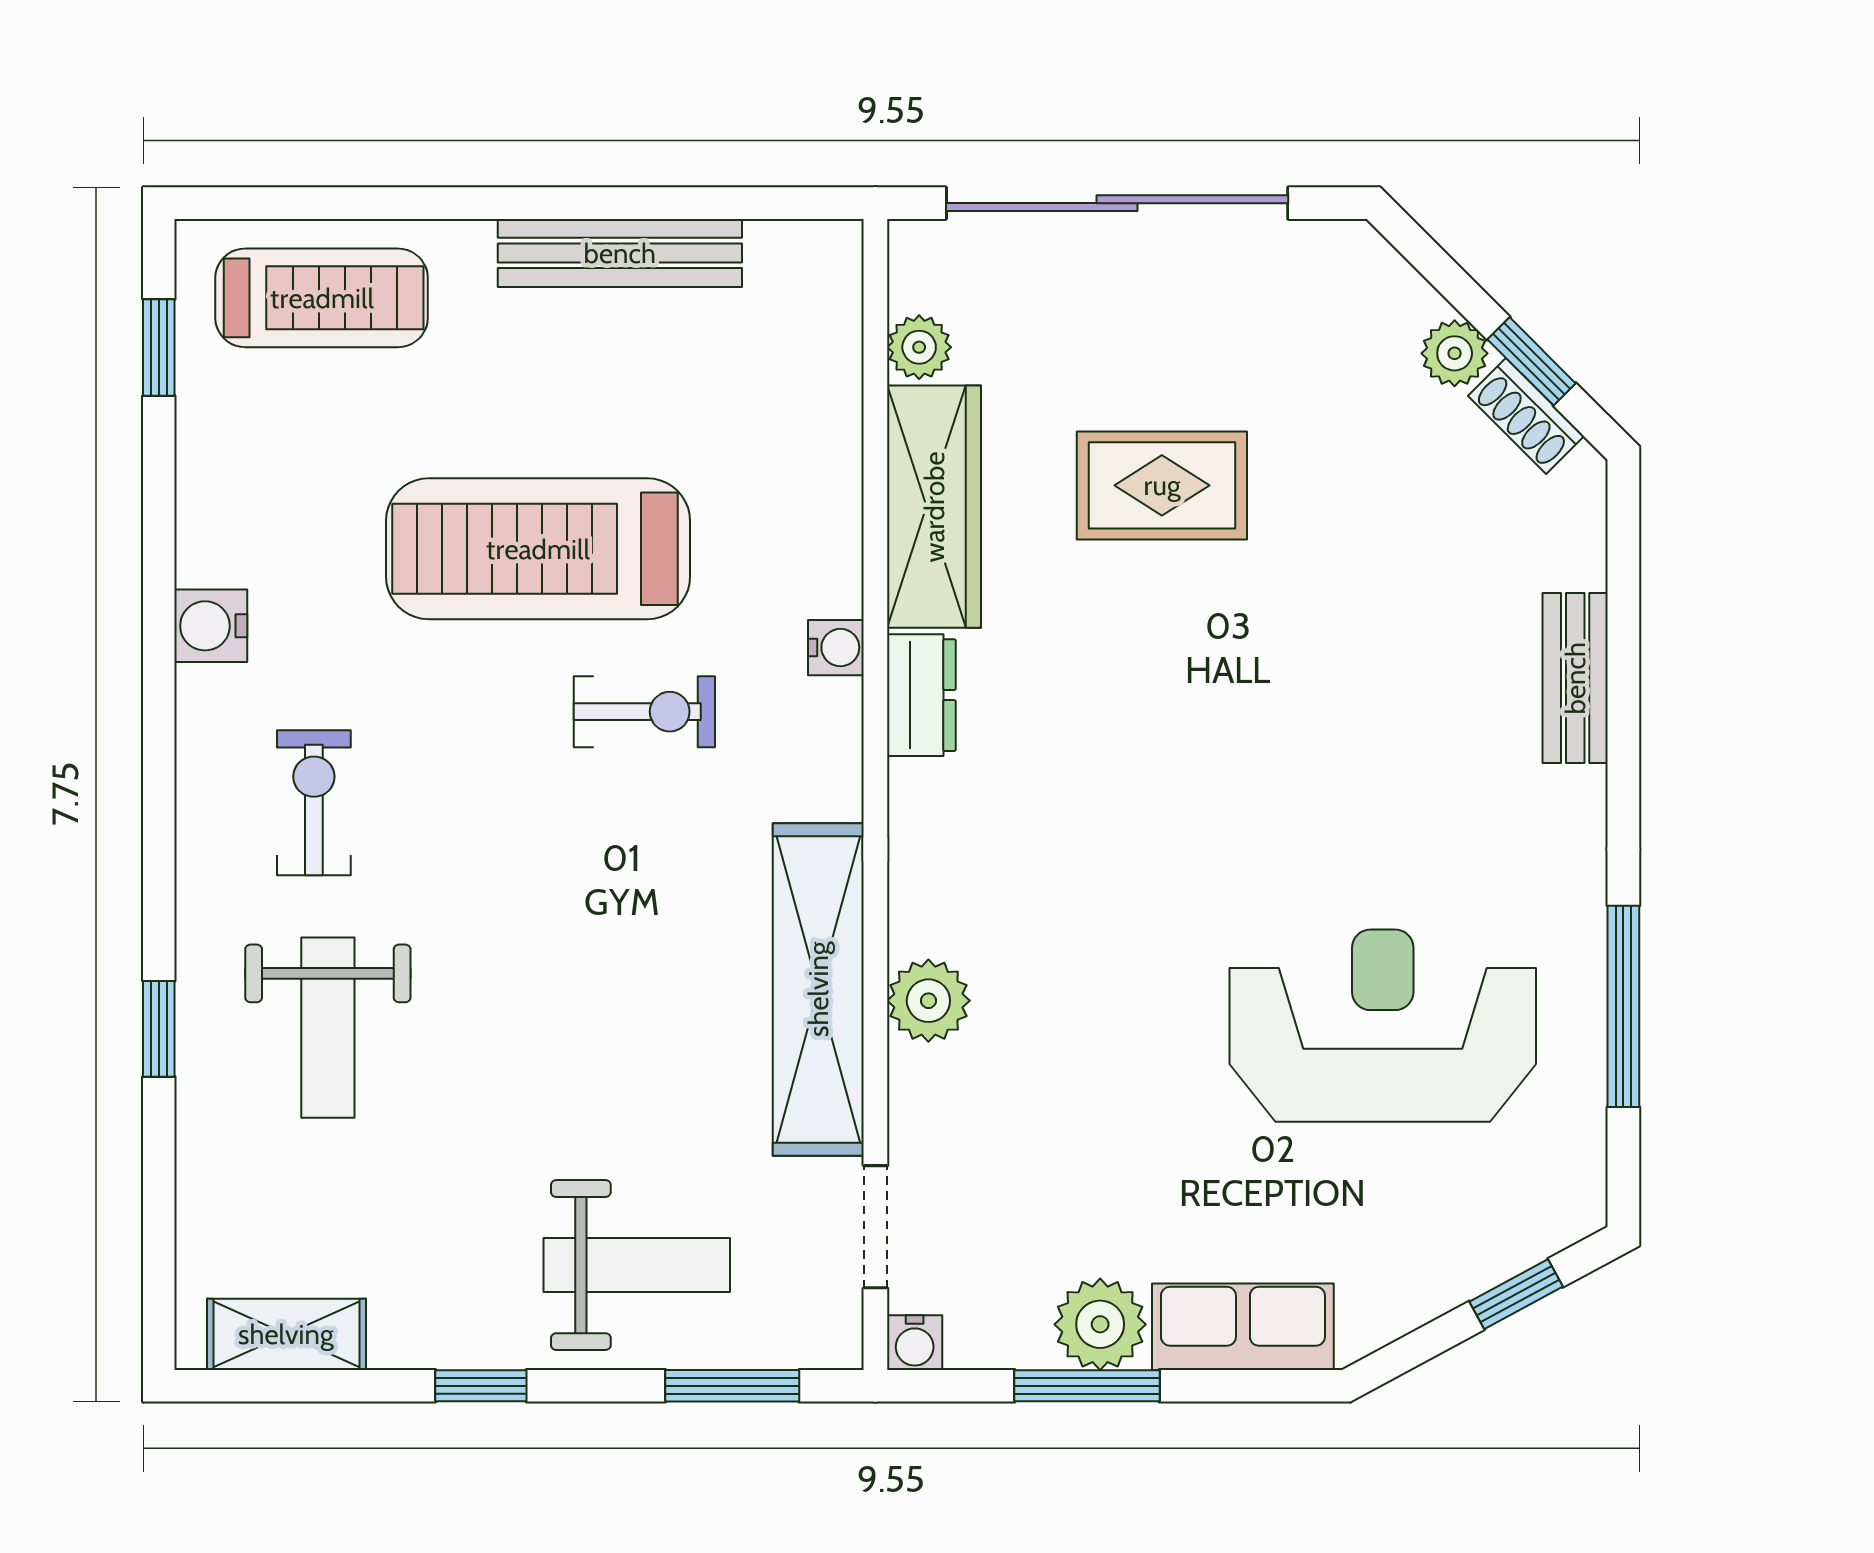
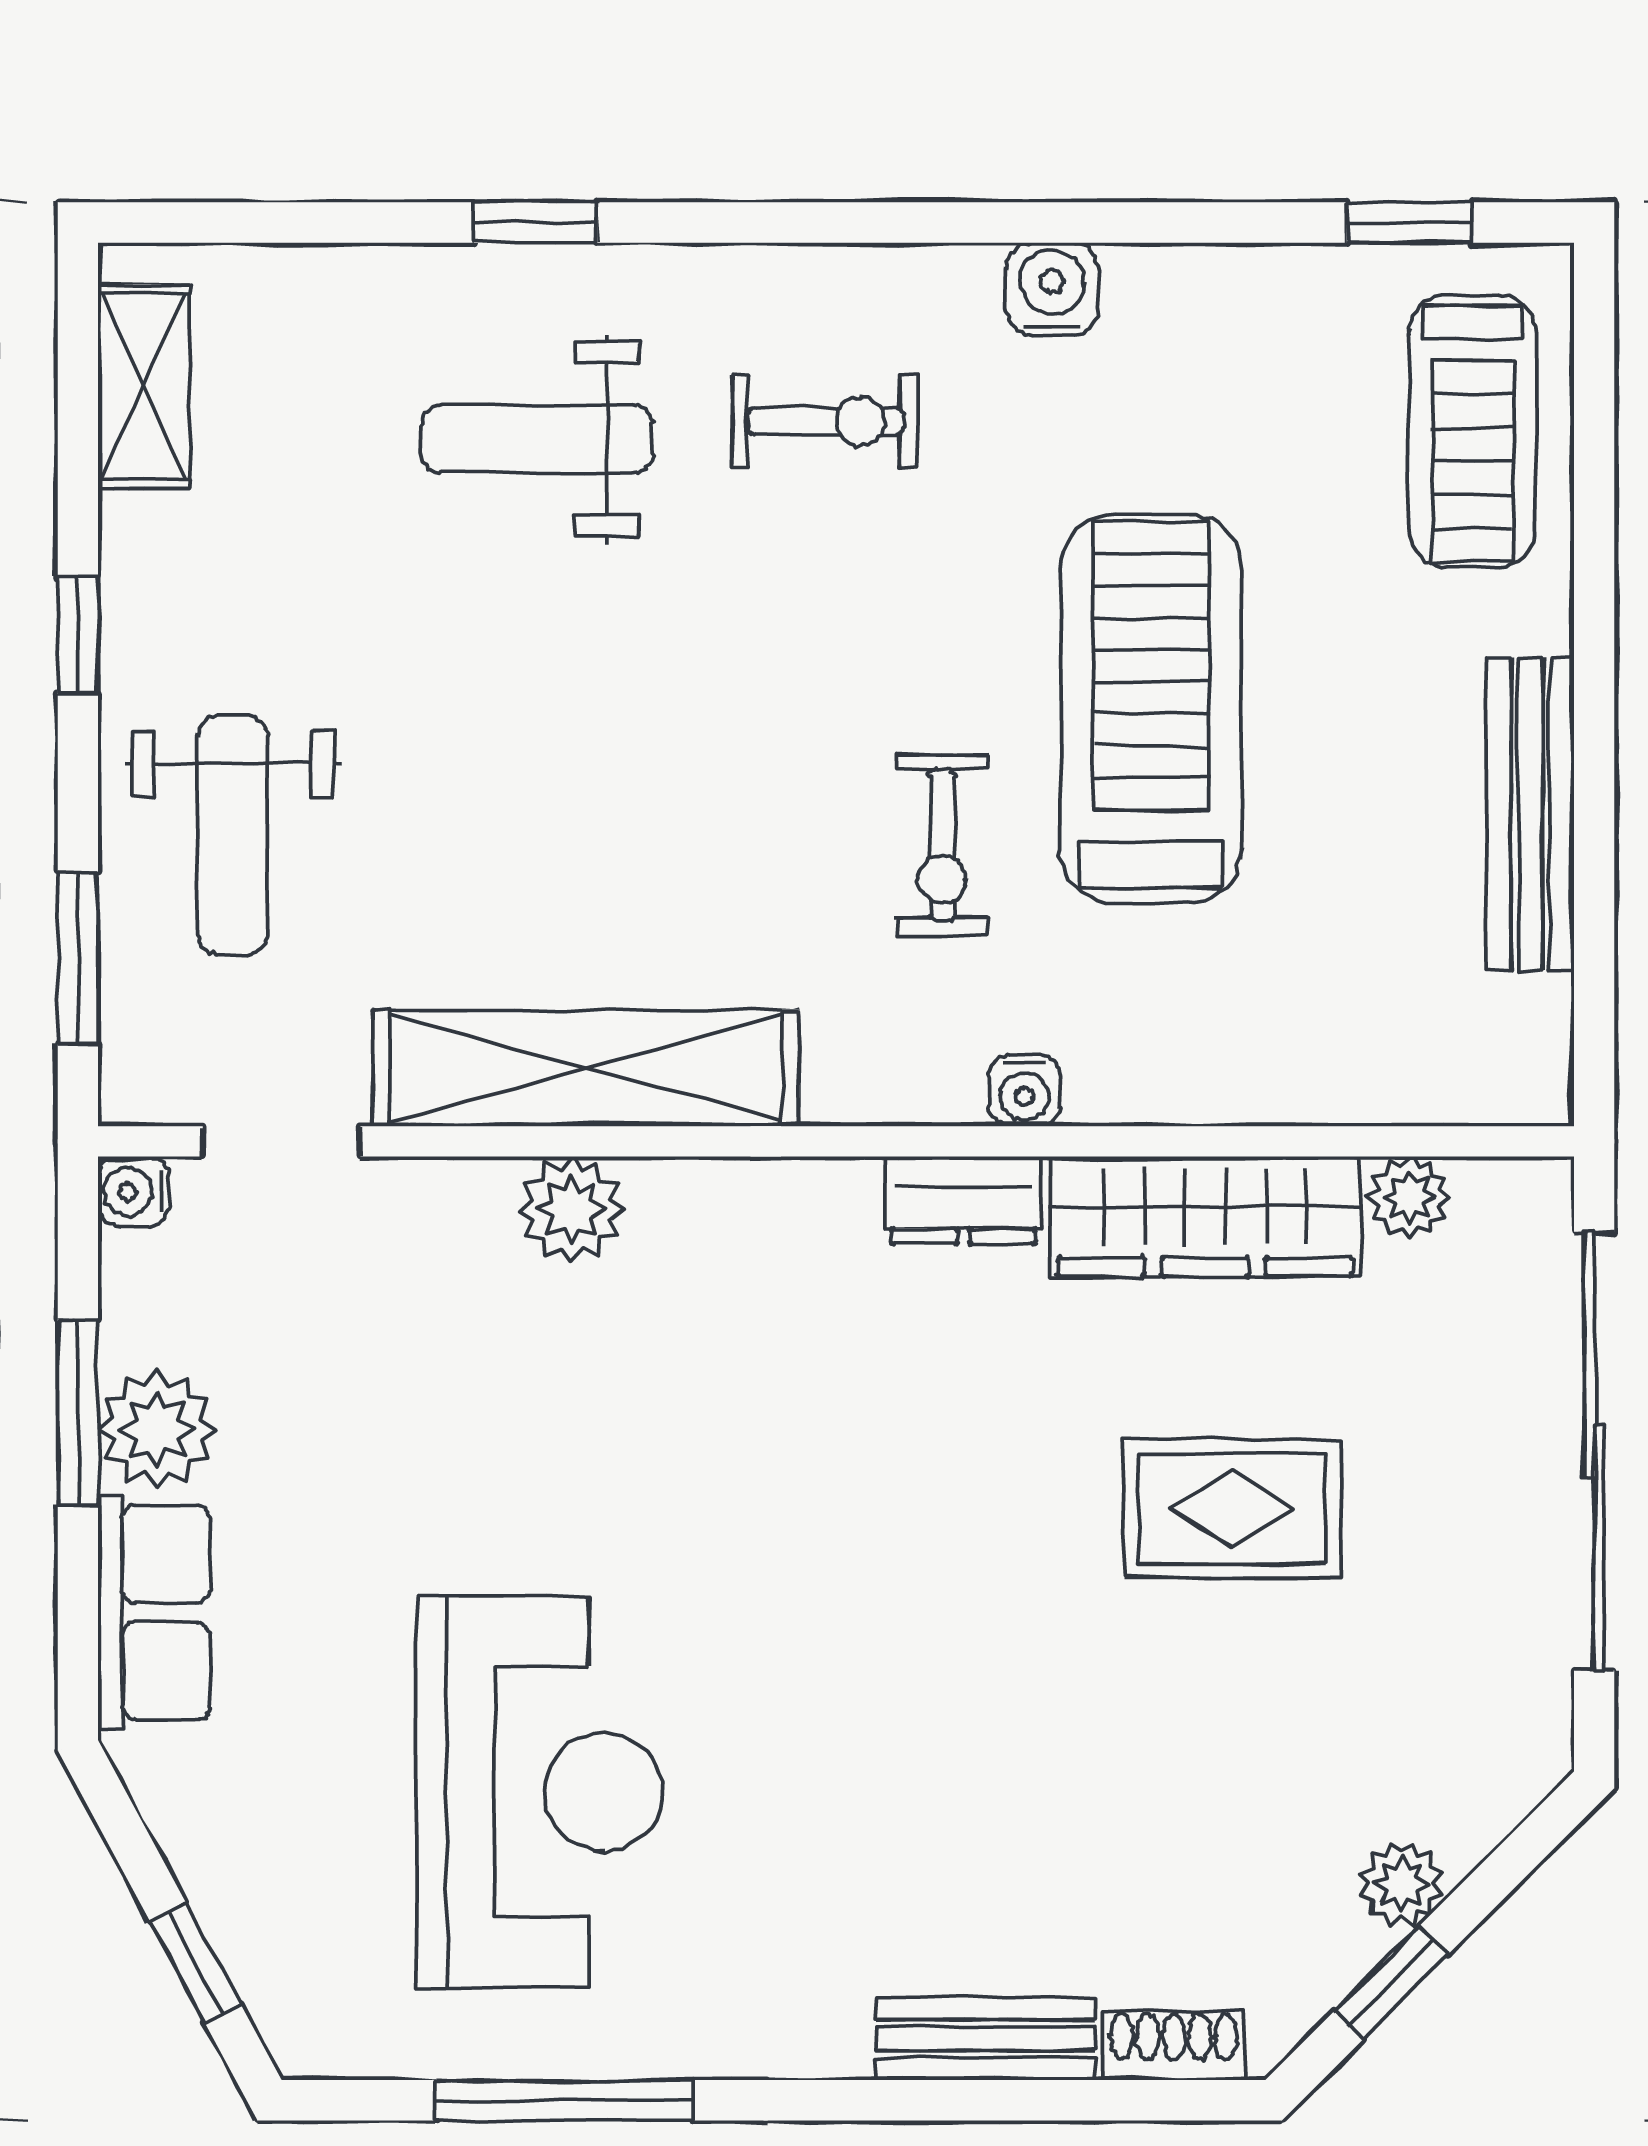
shoe rack: (1526, 416) -> (1174, 2046), moved, turned 45
rug: (1162, 485) -> (1232, 1509), turned 90

